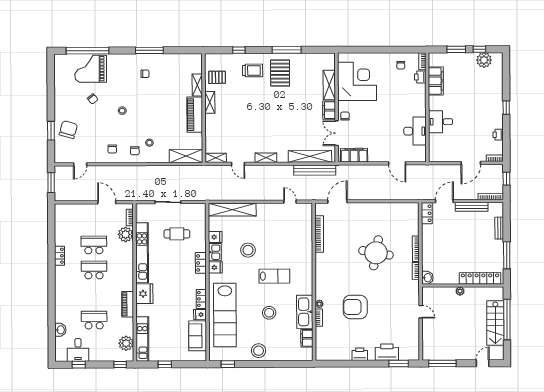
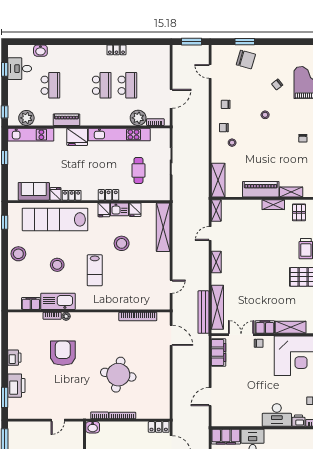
filing cabinet: (436, 81) -> (226, 437), moved
desk: (415, 131) -> (277, 415), moved

